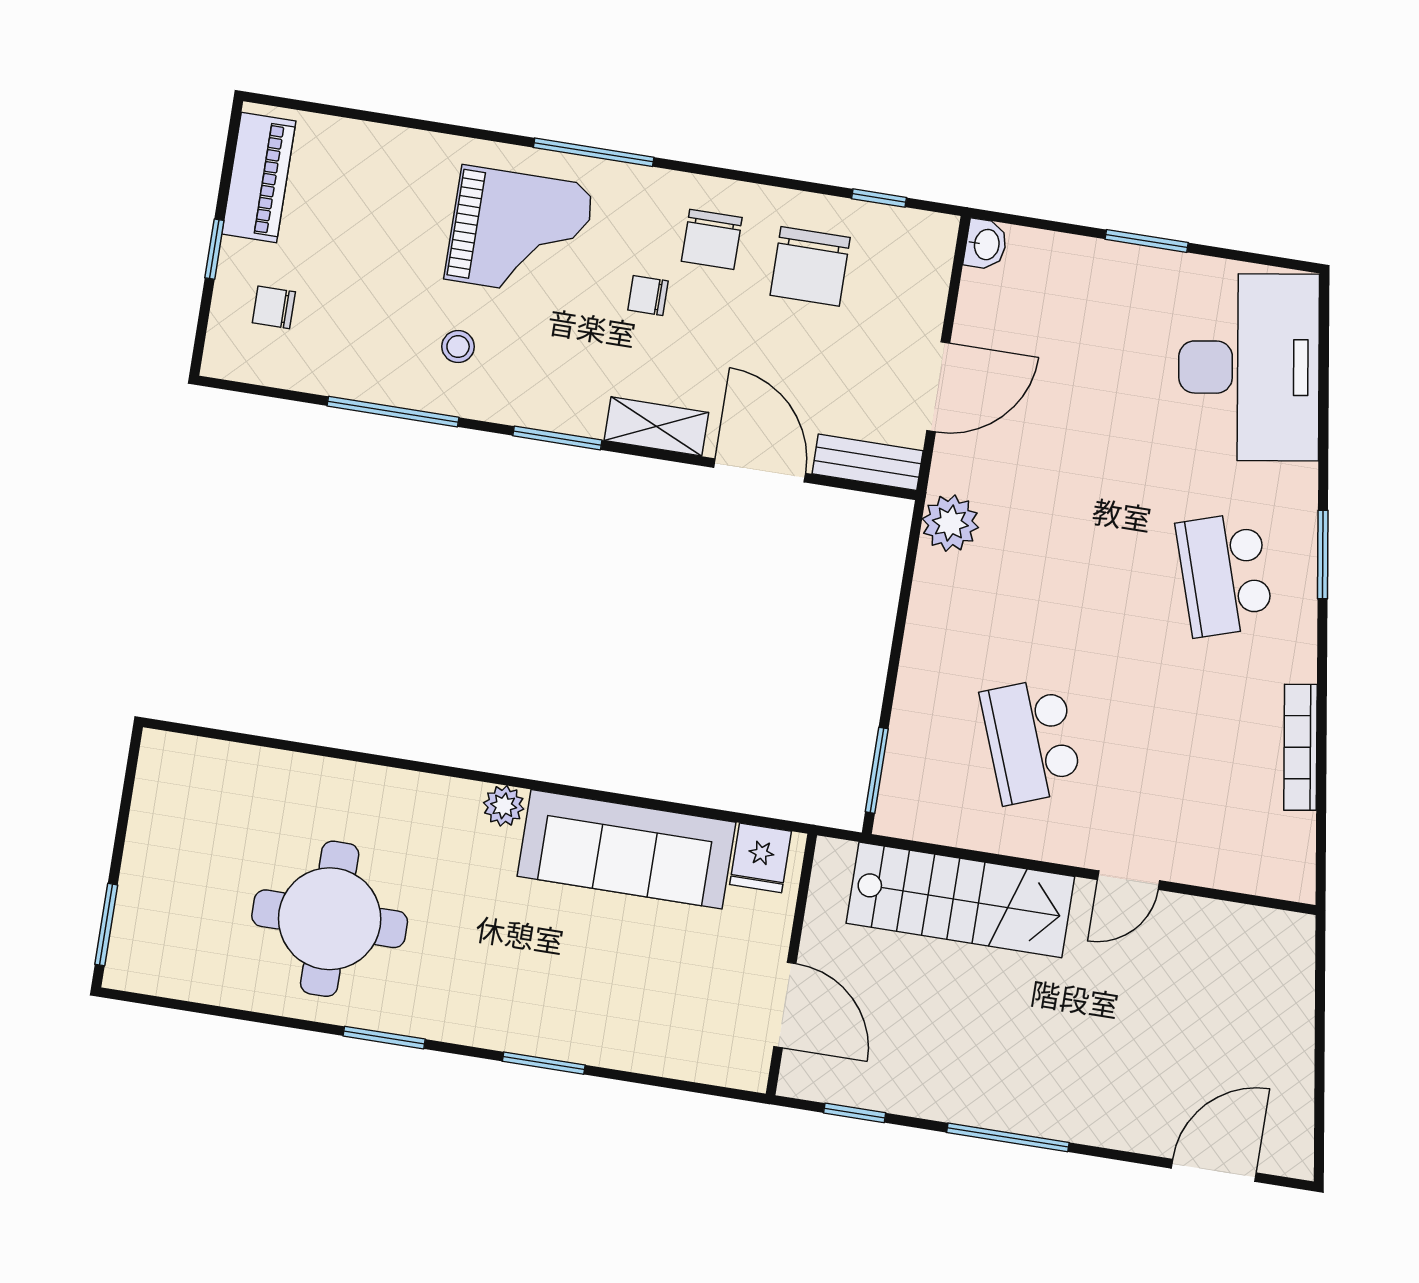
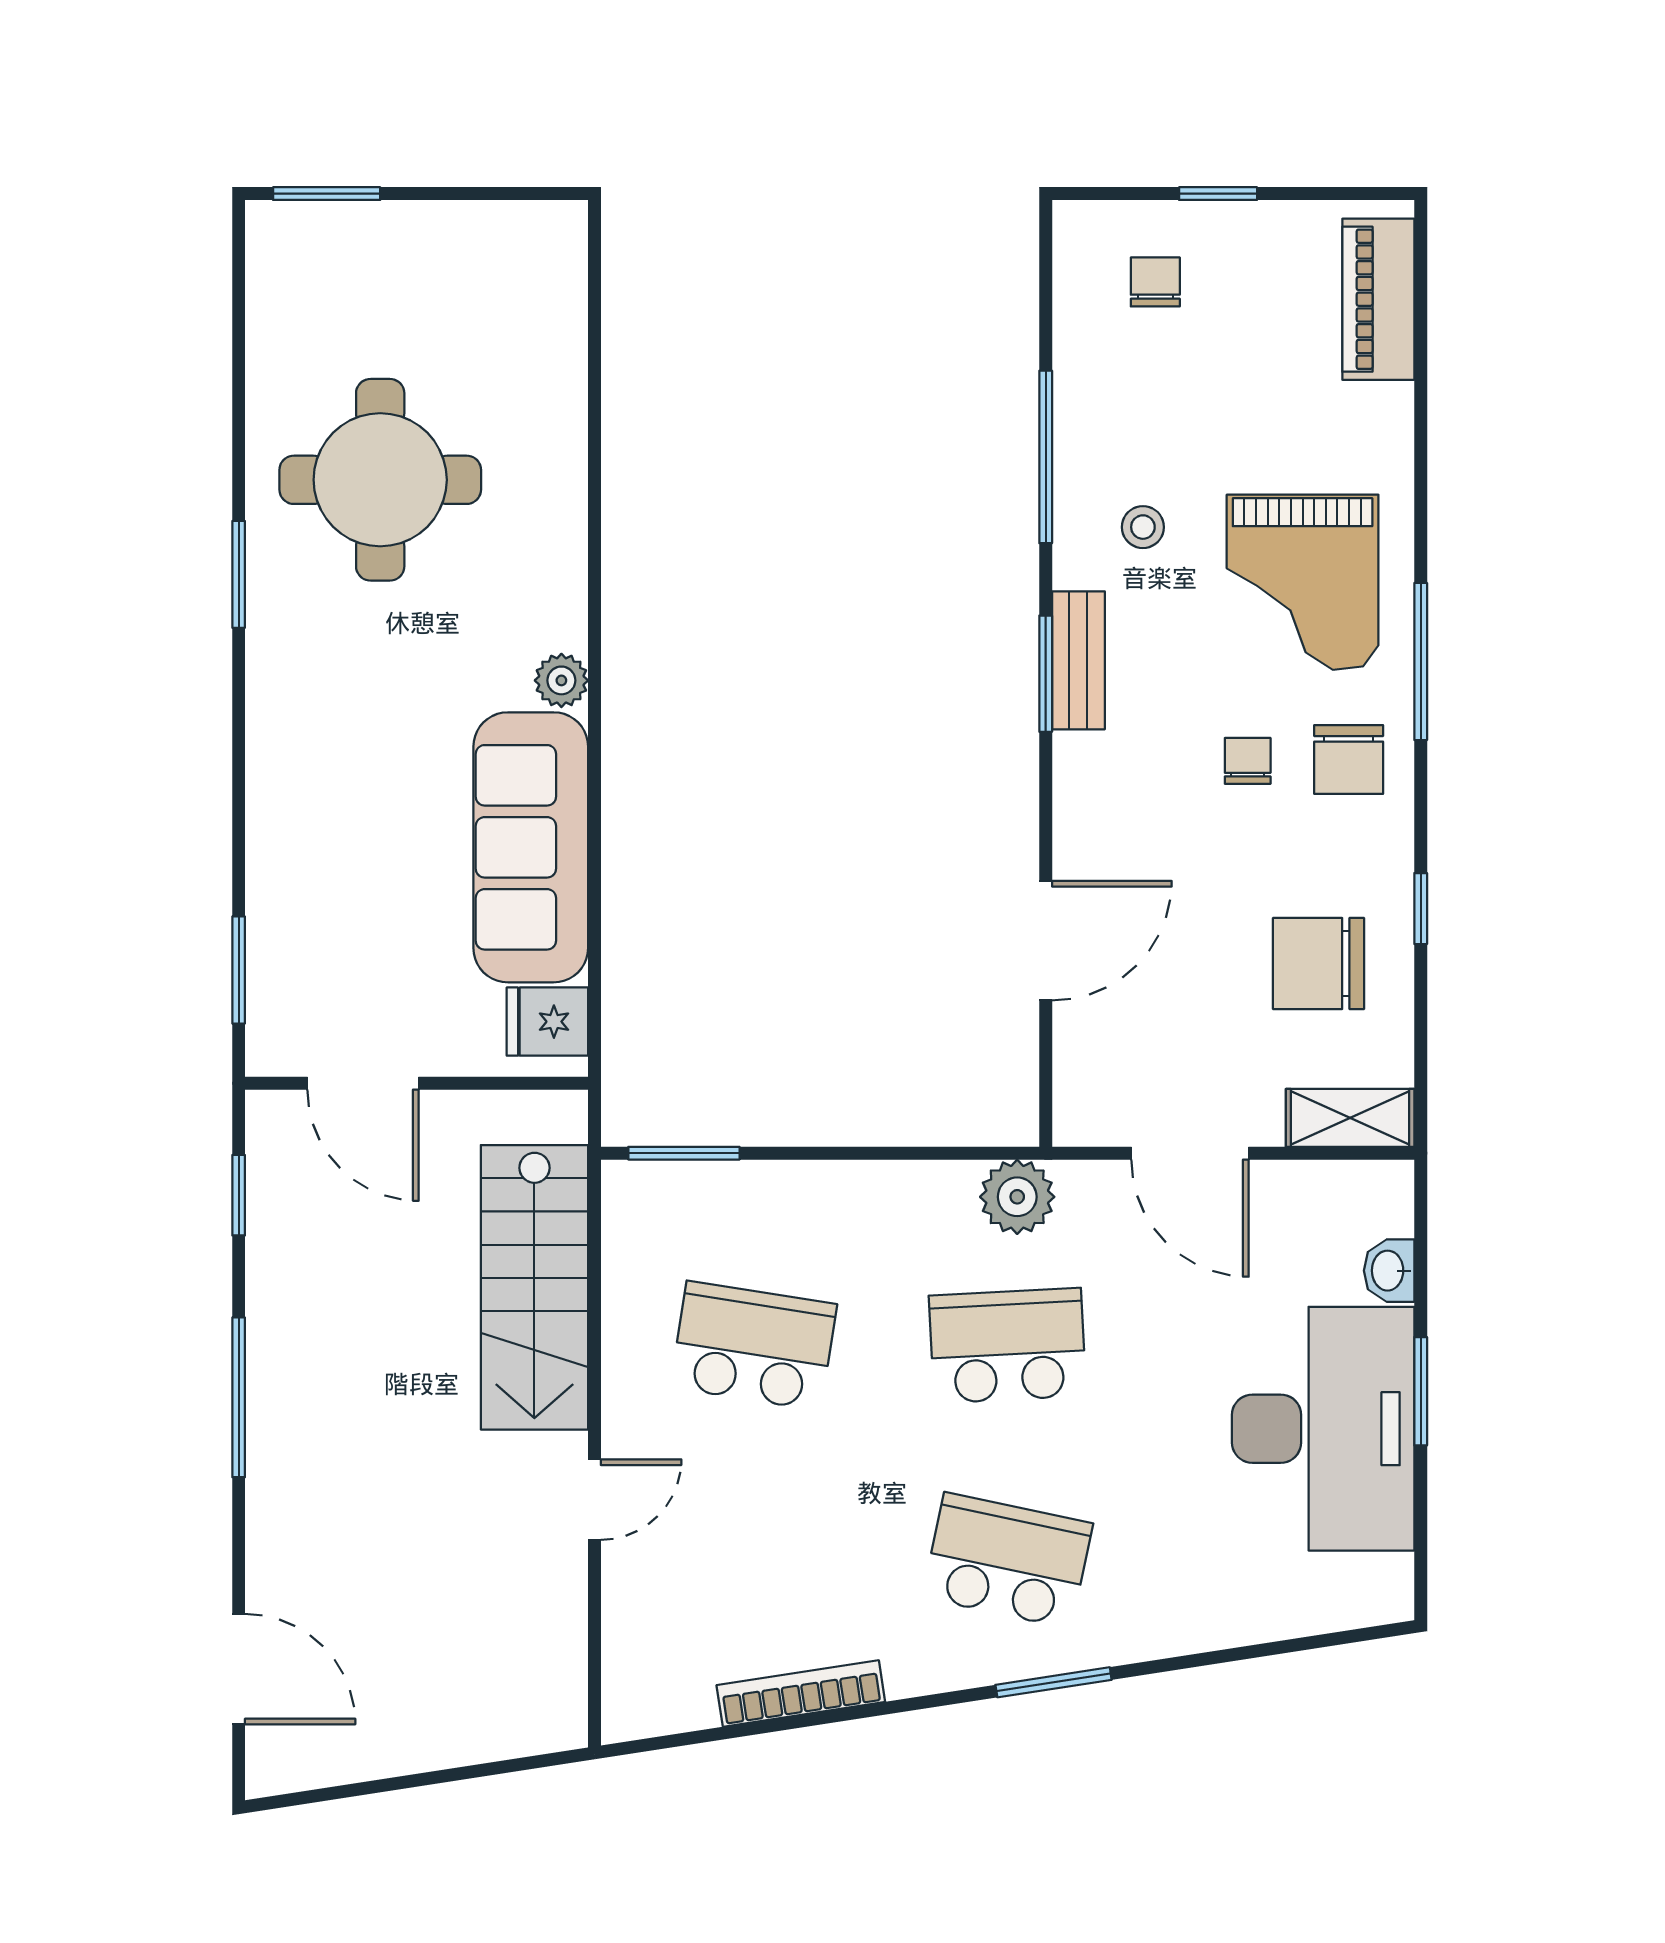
piano: (259, 178) -> (1378, 299), moved, turned 90
window: (879, 198) -> (1421, 909), moved
chair: (712, 239) -> (1349, 759), moved, turned -90
washbasin: (986, 244) -> (1389, 1271), moved, turned 90
desk: (1249, 367) -> (1323, 1429), moved, turned -81
shelving: (656, 426) -> (1350, 1118), moved, turned 90
bench: (868, 462) -> (1078, 660), moved
school desk: (1062, 548) -> (1008, 1346), added
school desk: (1225, 574) -> (1008, 1560), turned 30
school desk: (1031, 741) -> (754, 1346), turned 30
door: (1128, 880) -> (595, 1500), swing flipped
door: (785, 1005) -> (363, 1083), hinge flipped
window: (544, 1063) -> (239, 970), moved

